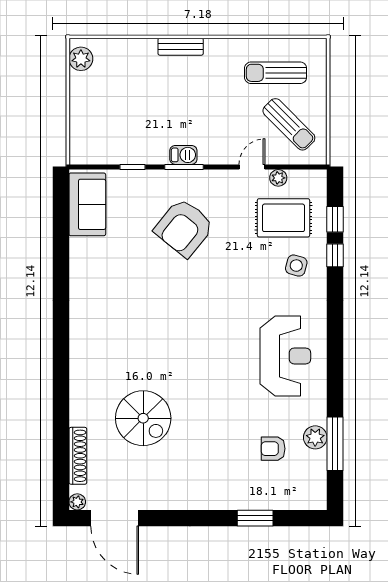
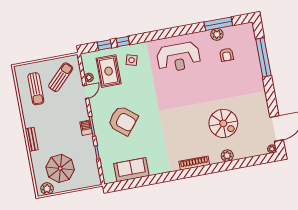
parasol: (115, 91) -> (60, 168), added
door: (252, 167) -> (86, 92), swing flipped
sofa: (87, 204) -> (131, 170), moved
reception desk: (285, 356) -> (178, 57), turned 180
plant: (80, 414) -> (227, 156), added
spiral stairs: (143, 418) -> (223, 123), turned 90
shoe rack: (78, 456) -> (194, 163), moved
window: (255, 518) -> (263, 57), width x2.11

